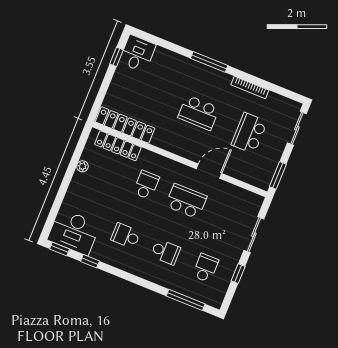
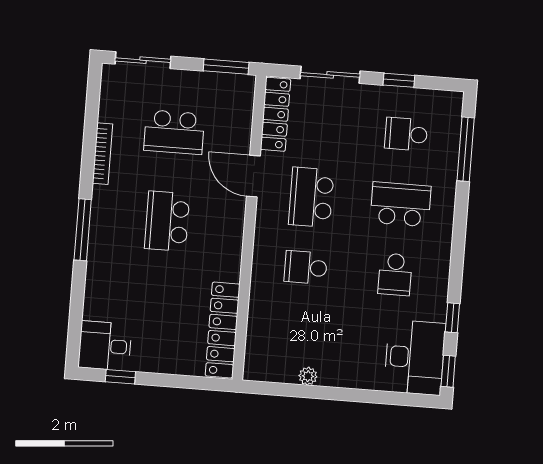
school desk: (199, 113) -> (167, 221), turned 180
locker: (118, 146) -> (276, 114), moved
school desk: (166, 252) -> (401, 204), width x1.85

